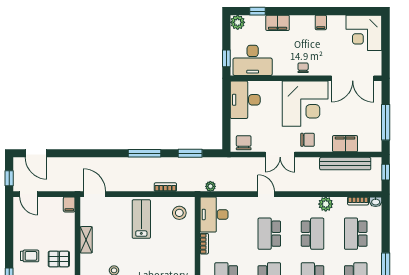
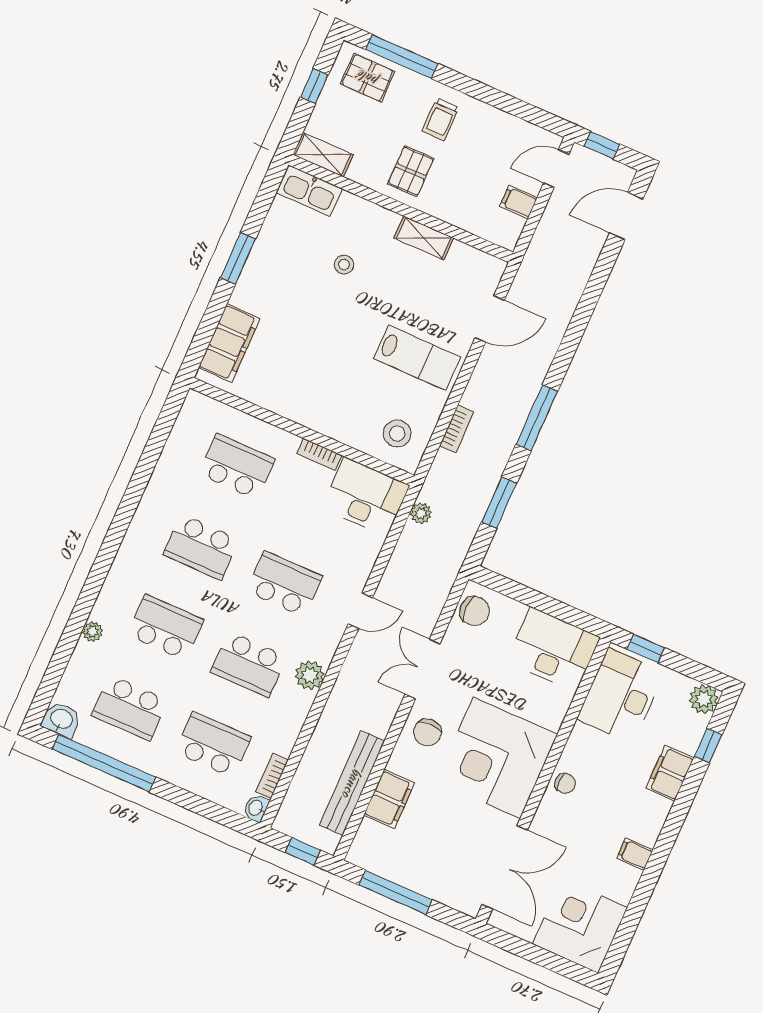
double door: (353, 78) -> (505, 867), swing flipped
door: (94, 194) -> (490, 319), moved
filing cabinet: (69, 204) -> (519, 202), moved
plant: (326, 204) -> (310, 675), moved

